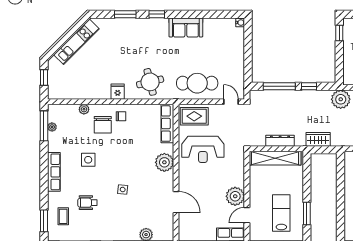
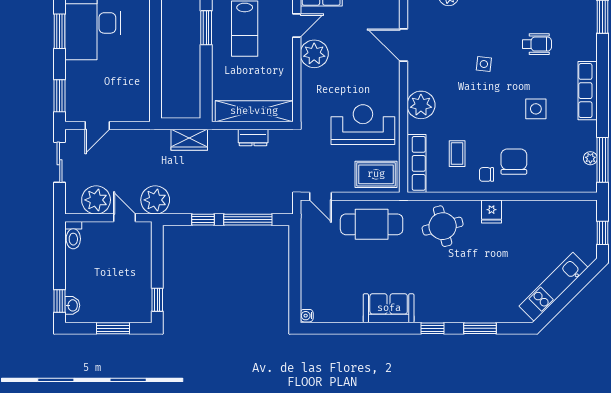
plant: (84, 109) -> (542, 185), removed
dresser: (280, 141) -> (253, 137), width x0.70
coffee table: (63, 216) -> (457, 154), moved

